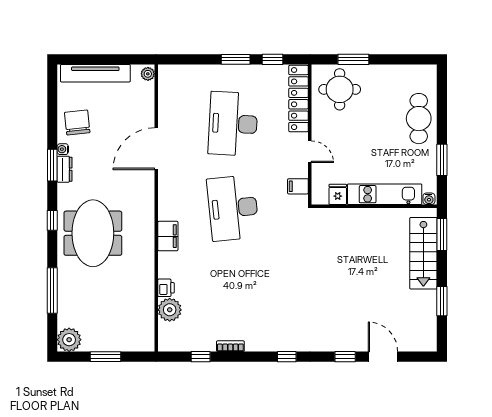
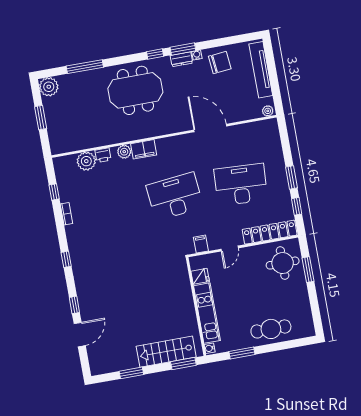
window: (52, 220) -> (155, 54), moved
plant: (166, 261) -> (124, 152), added

